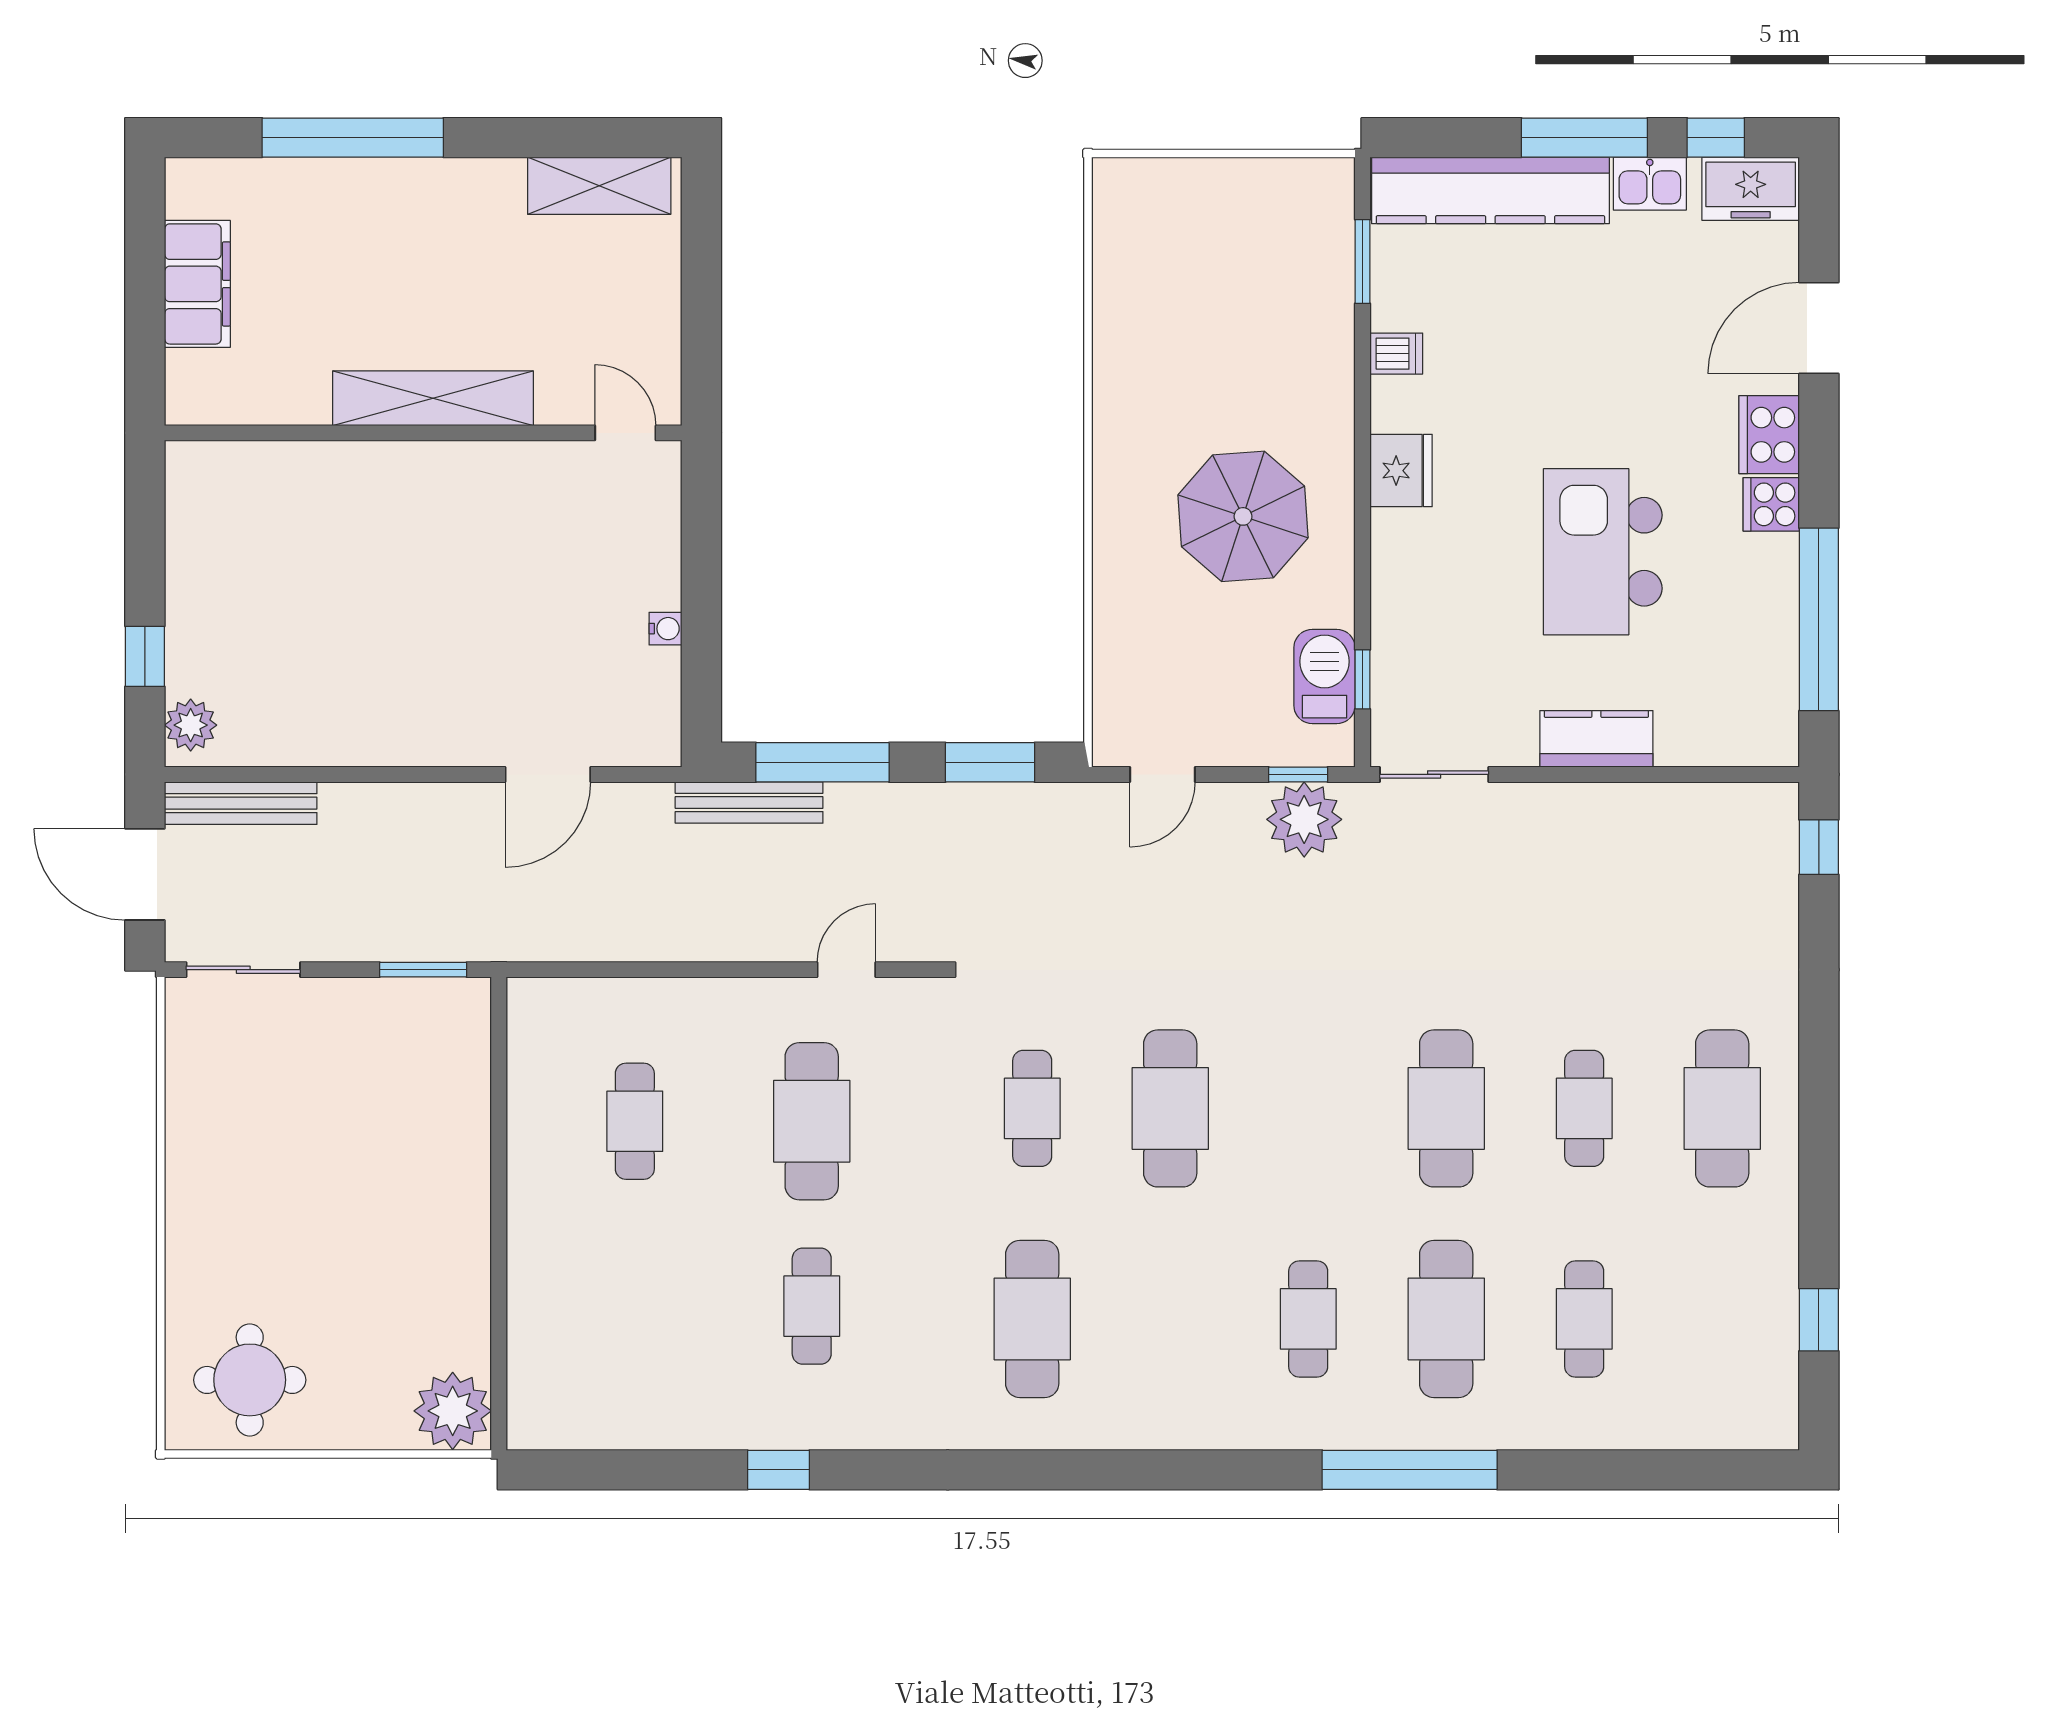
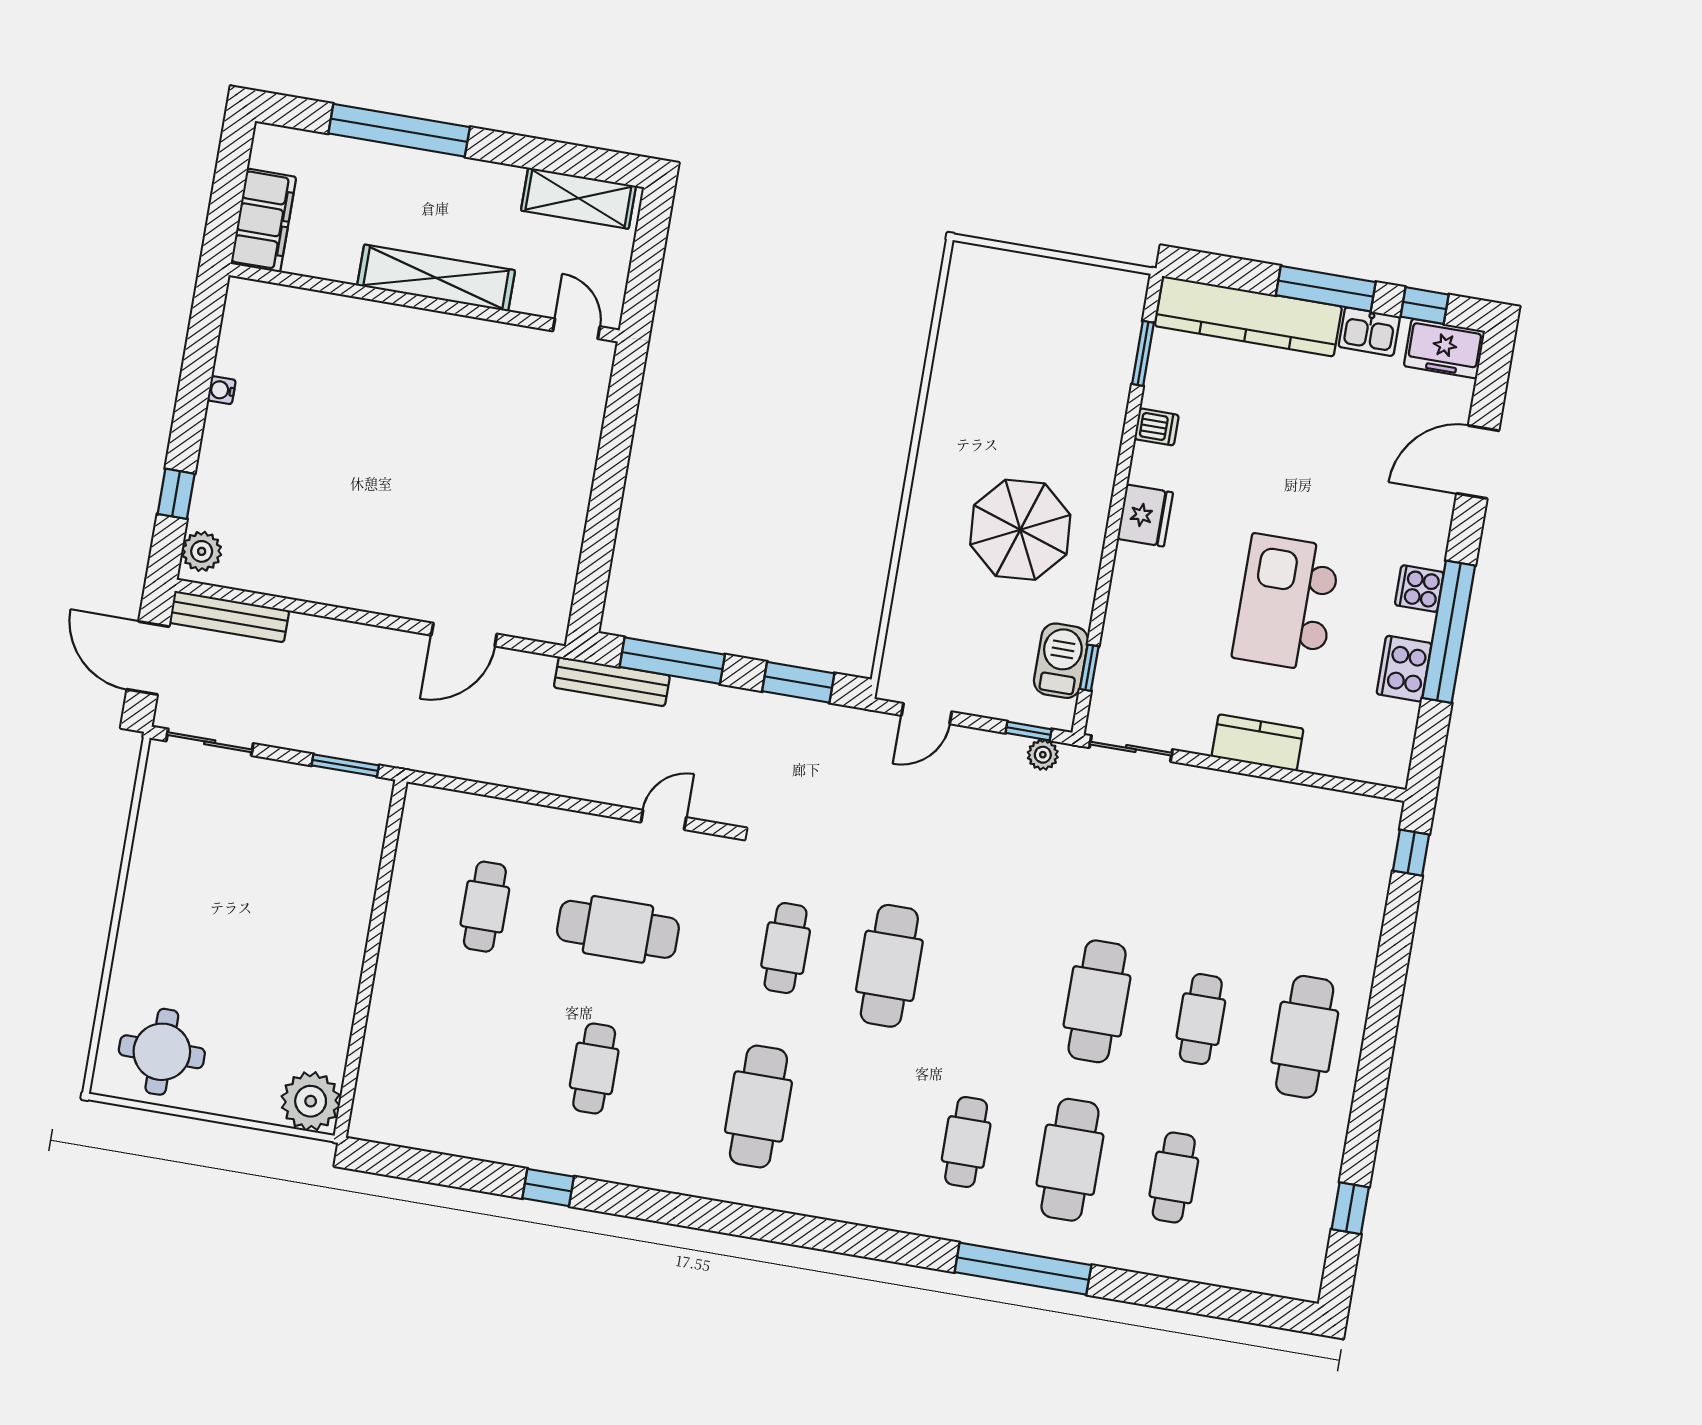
shelving: (433, 398) -> (436, 278), moved
wall: (423, 433) -> (424, 303), moved
door: (625, 433) -> (576, 329), moved
cooker: (1769, 435) -> (1404, 669), moved
window: (1819, 619) -> (1449, 632), moved
water cooler: (665, 629) -> (222, 390), moved, turned 180
plant: (1304, 819) -> (1043, 755), width x0.53, depth x0.53
cafe table: (812, 1121) -> (618, 929), turned 90

